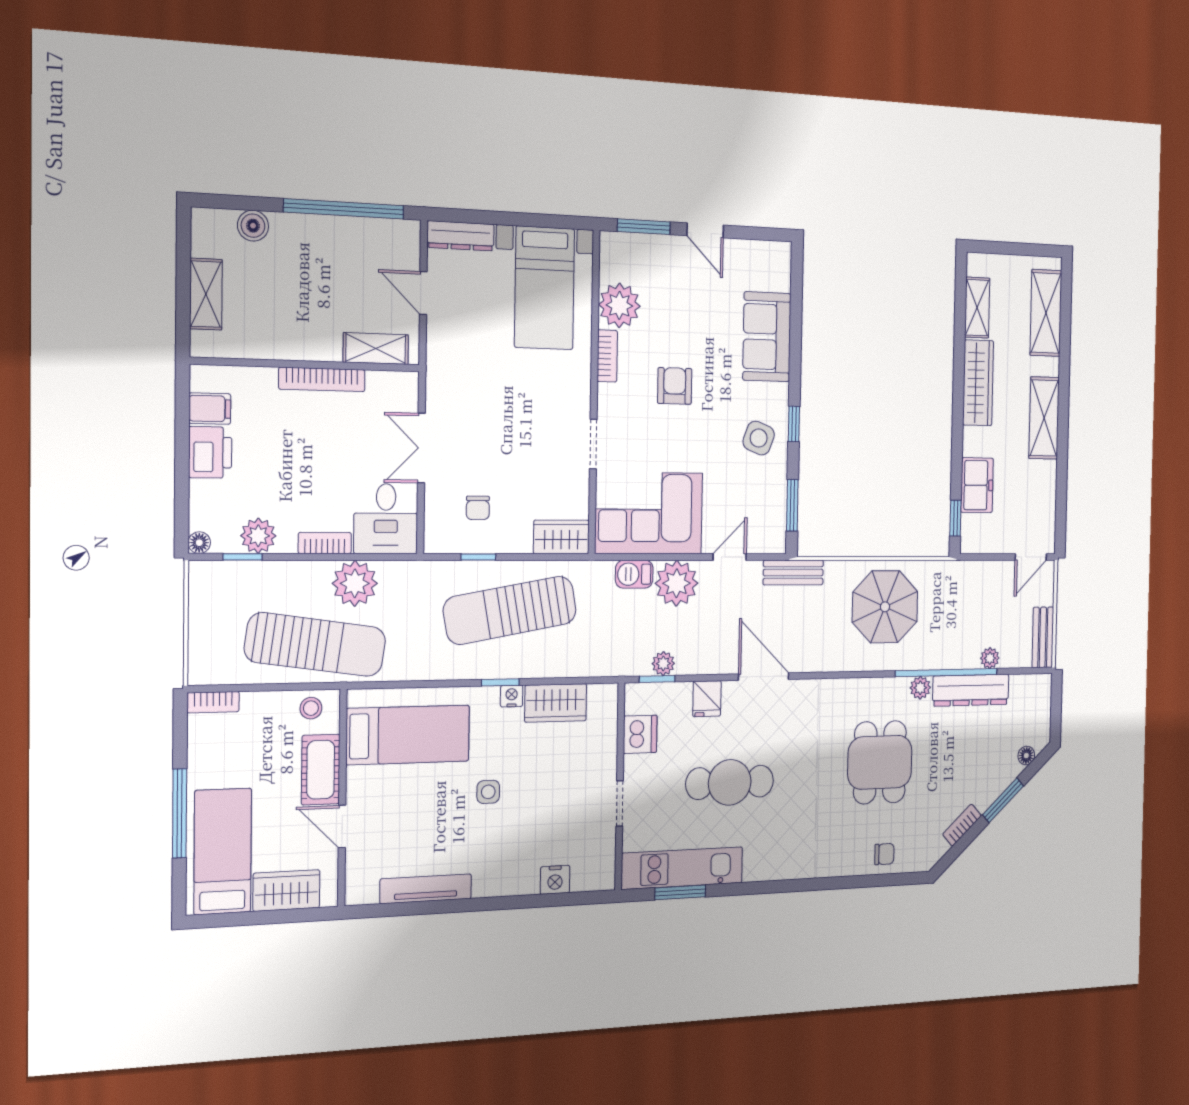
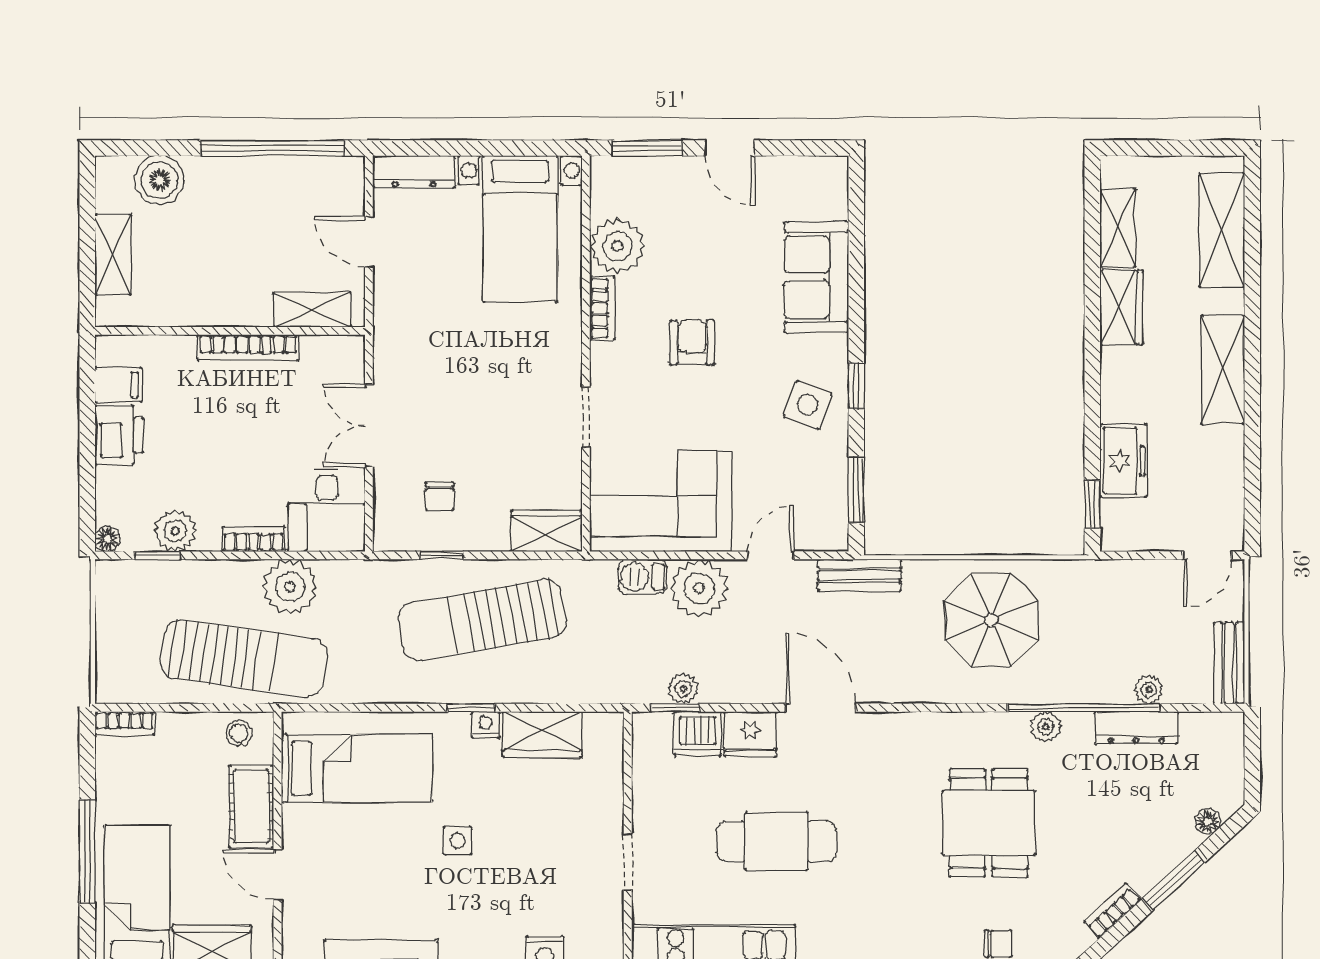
boiler: (253, 226) -> (160, 180), width x1.36, depth x1.36
wardrobe: (978, 383) -> (1122, 307), width x0.67
dresser: (971, 690) -> (1136, 728), width x0.73, depth x0.80
fridge: (707, 699) -> (750, 734), width x1.38
dishwasher: (640, 734) -> (697, 734), moved, turned 90

